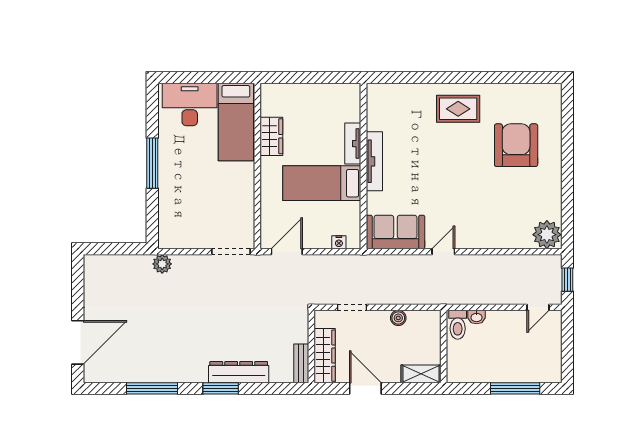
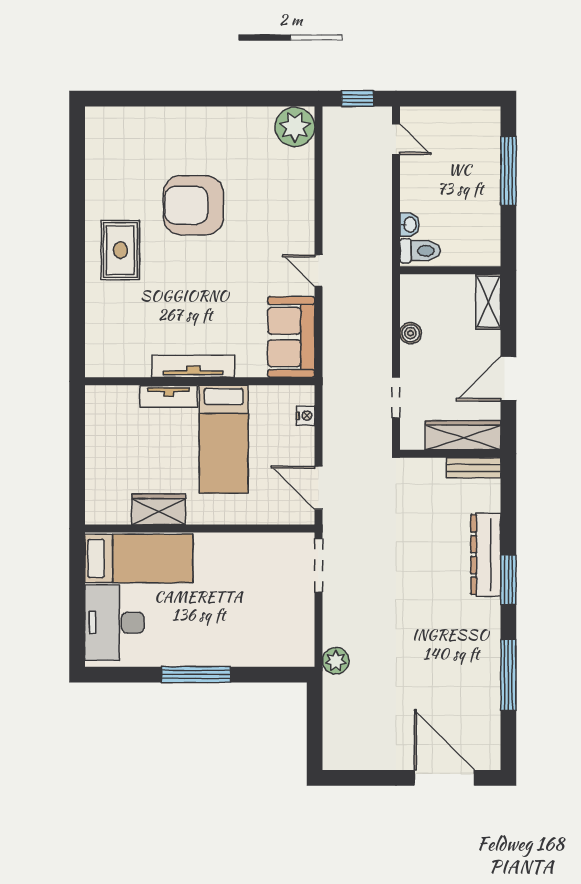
armchair: (516, 145) -> (193, 205), moved

